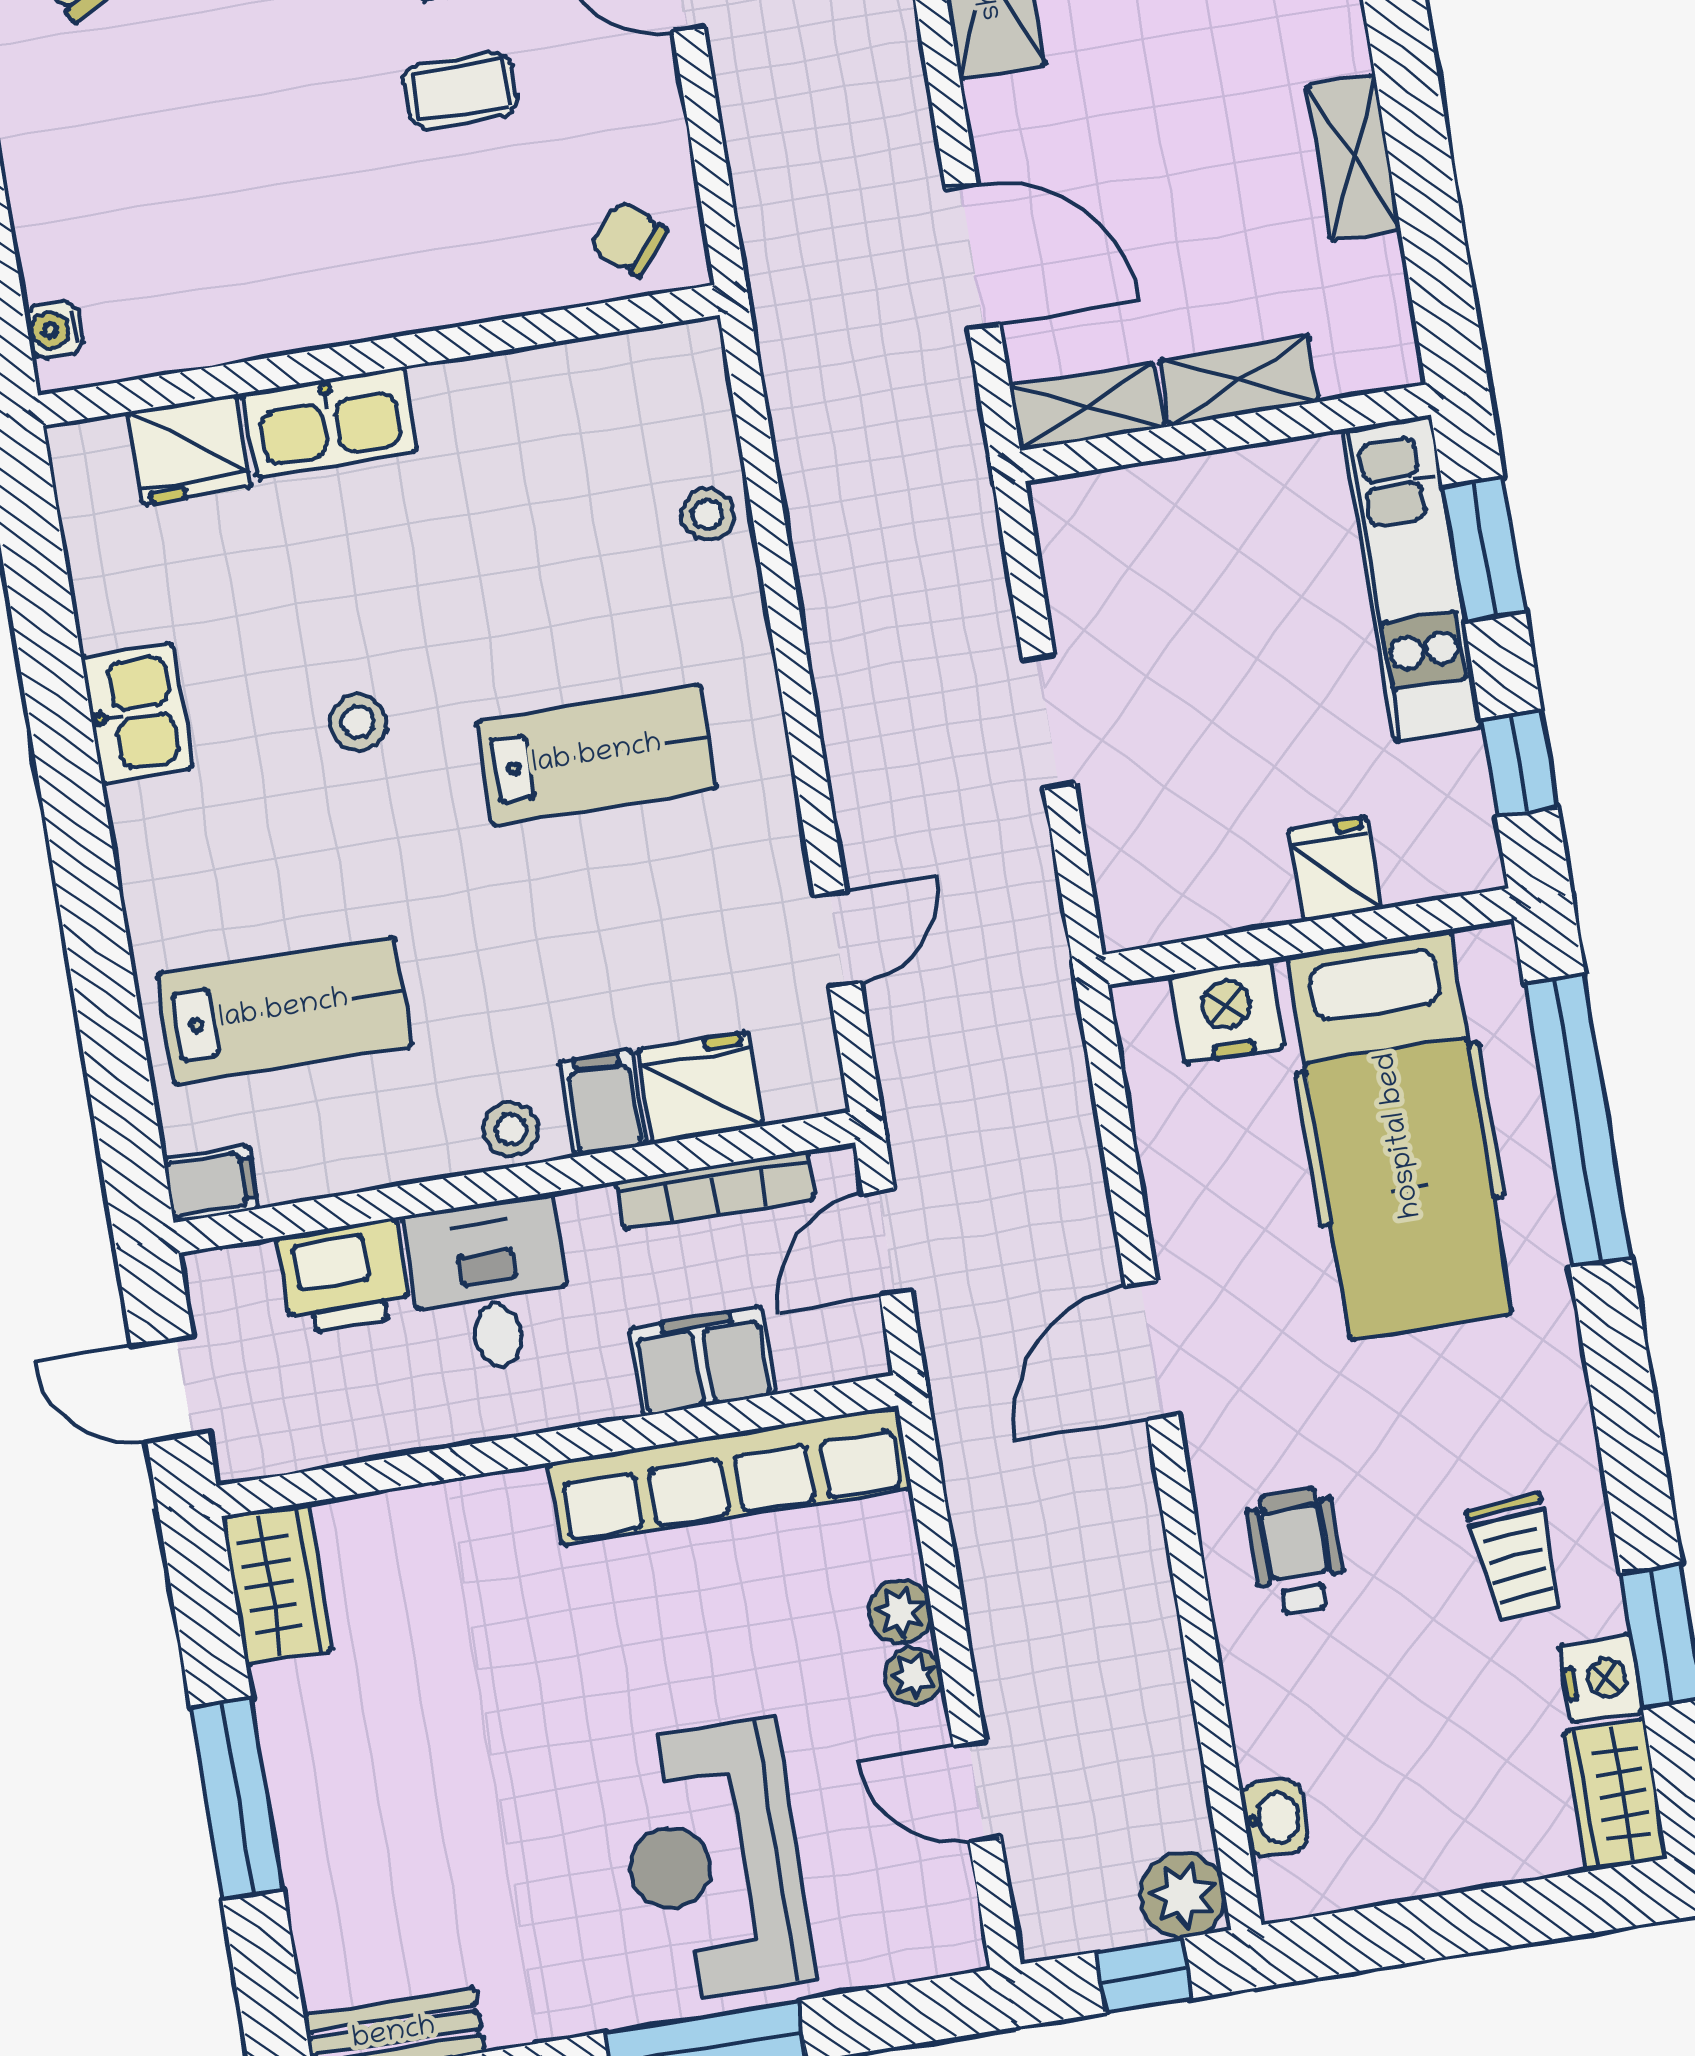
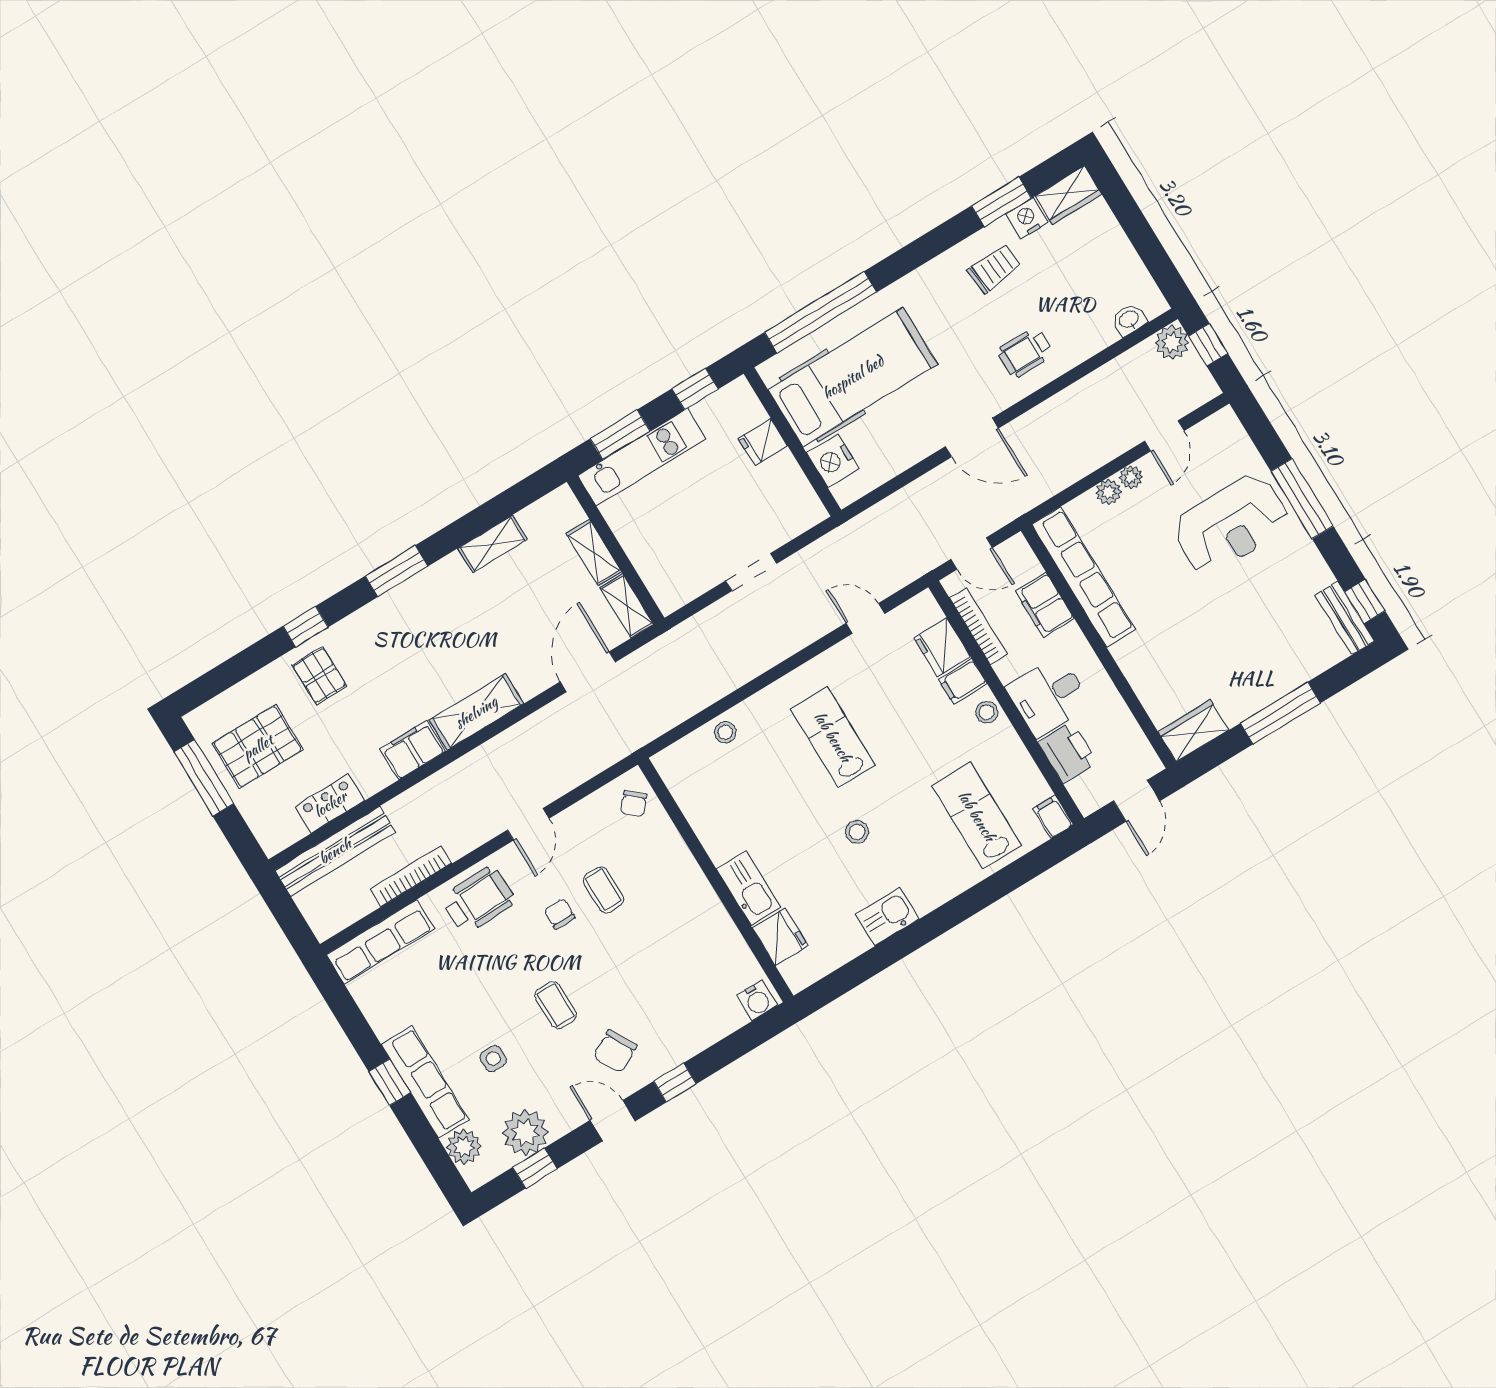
water cooler: (54, 330) -> (757, 1000), width x1.38, depth x1.38

